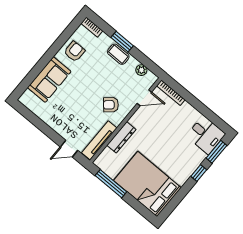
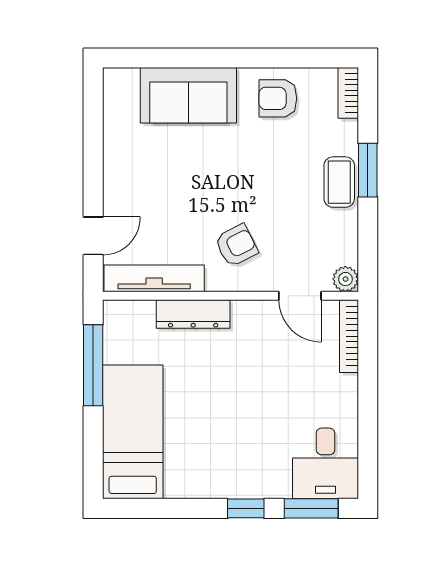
armchair: (74, 51) -> (278, 98), turned 180
plant: (141, 70) -> (345, 279), moved
armchair: (111, 105) -> (236, 245), turned 104
door: (69, 149) -> (93, 236), swing flipped
bed: (147, 184) -> (133, 432), width x0.67

